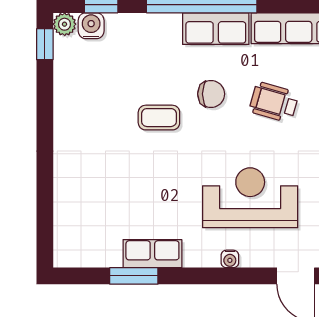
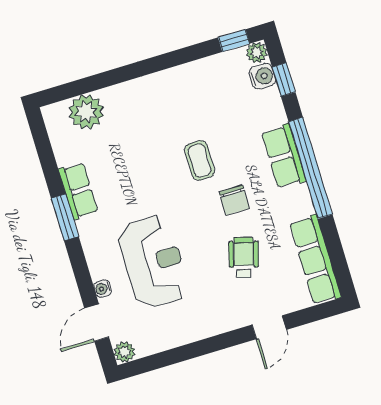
row of seats: (216, 29) -> (284, 156), moved
plant: (73, 220) -> (86, 112), added
water cooler: (230, 259) -> (103, 289), moved
window: (134, 276) -> (65, 217), moved

